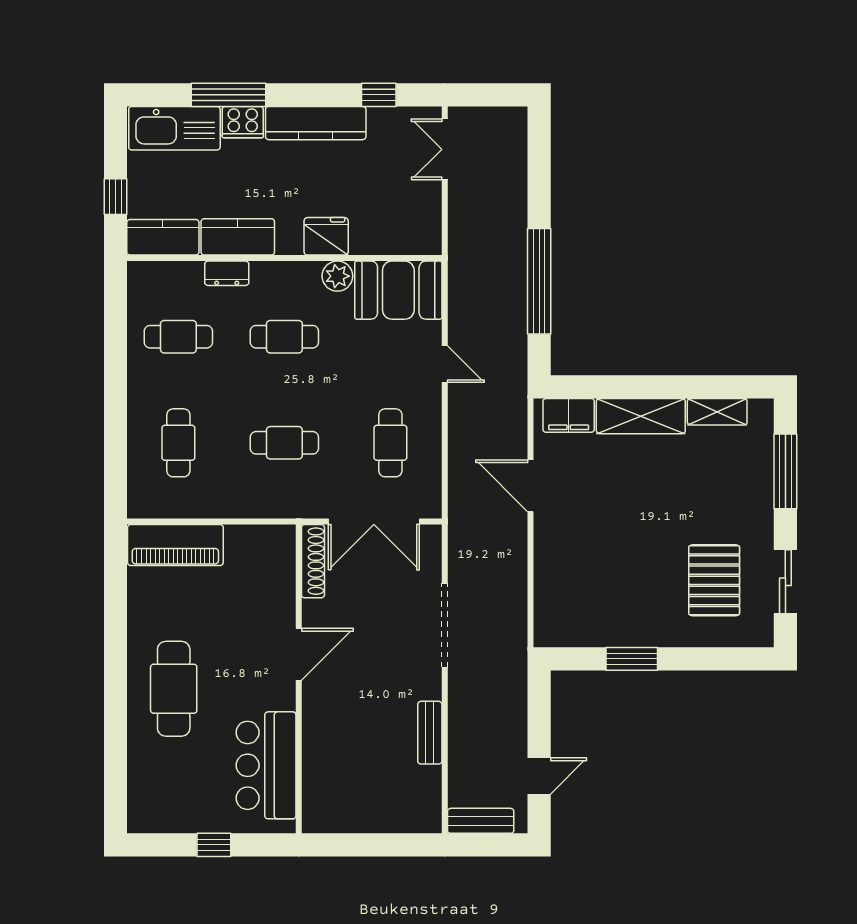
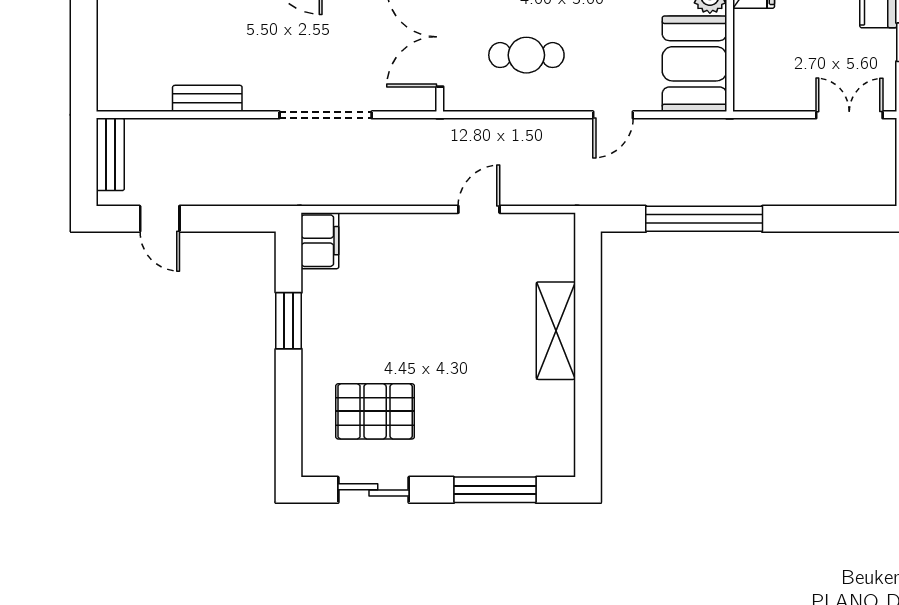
shelving: (717, 412) -> (561, 415), removed
filing cabinet: (569, 415) -> (320, 241), moved, turned 180
door: (531, 486) -> (479, 209), width x0.73

